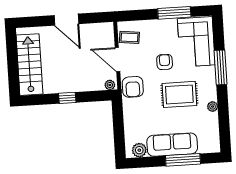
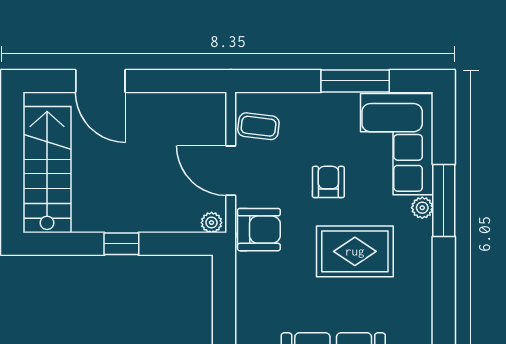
door: (66, 20) -> (100, 81), moved
armchair: (133, 87) -> (259, 230), turned -90
plant: (213, 107) -> (422, 208), moved

